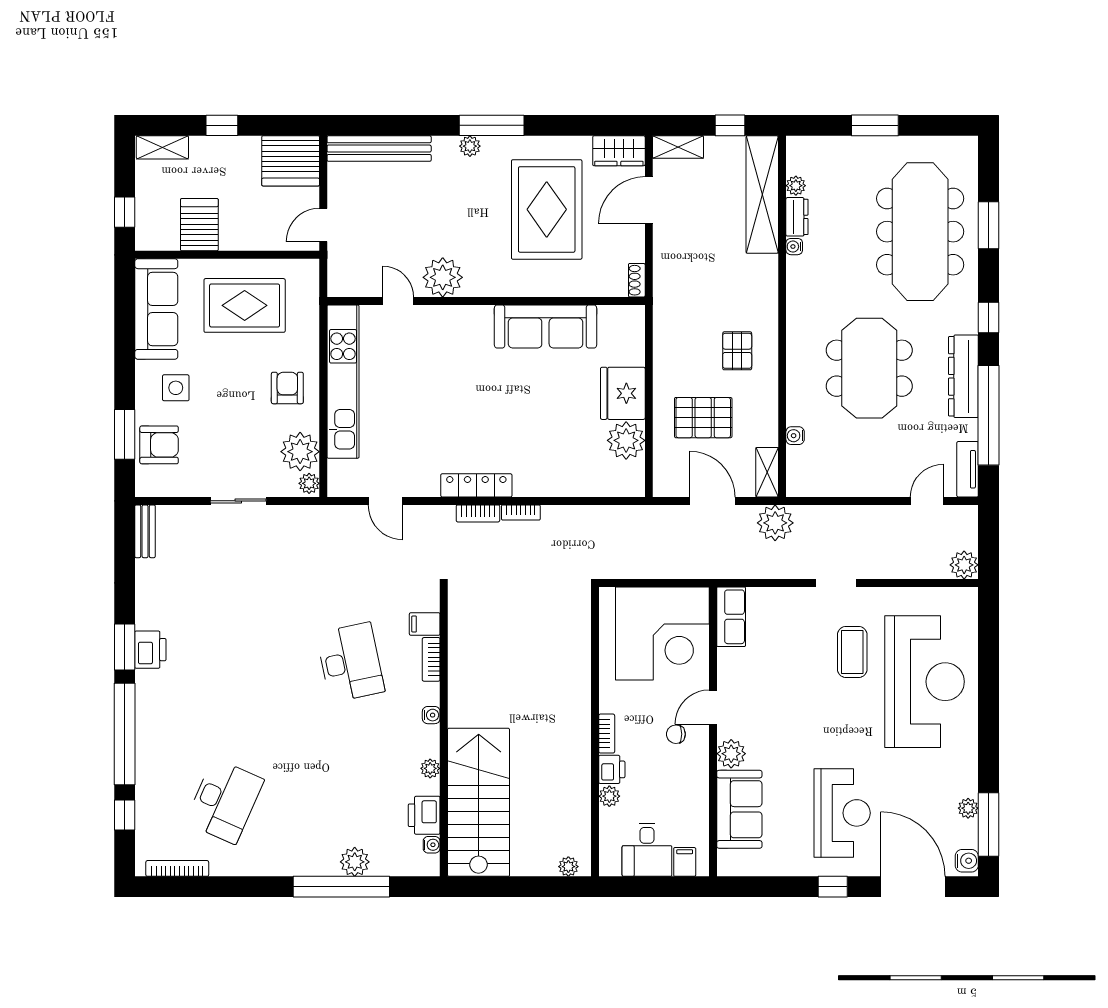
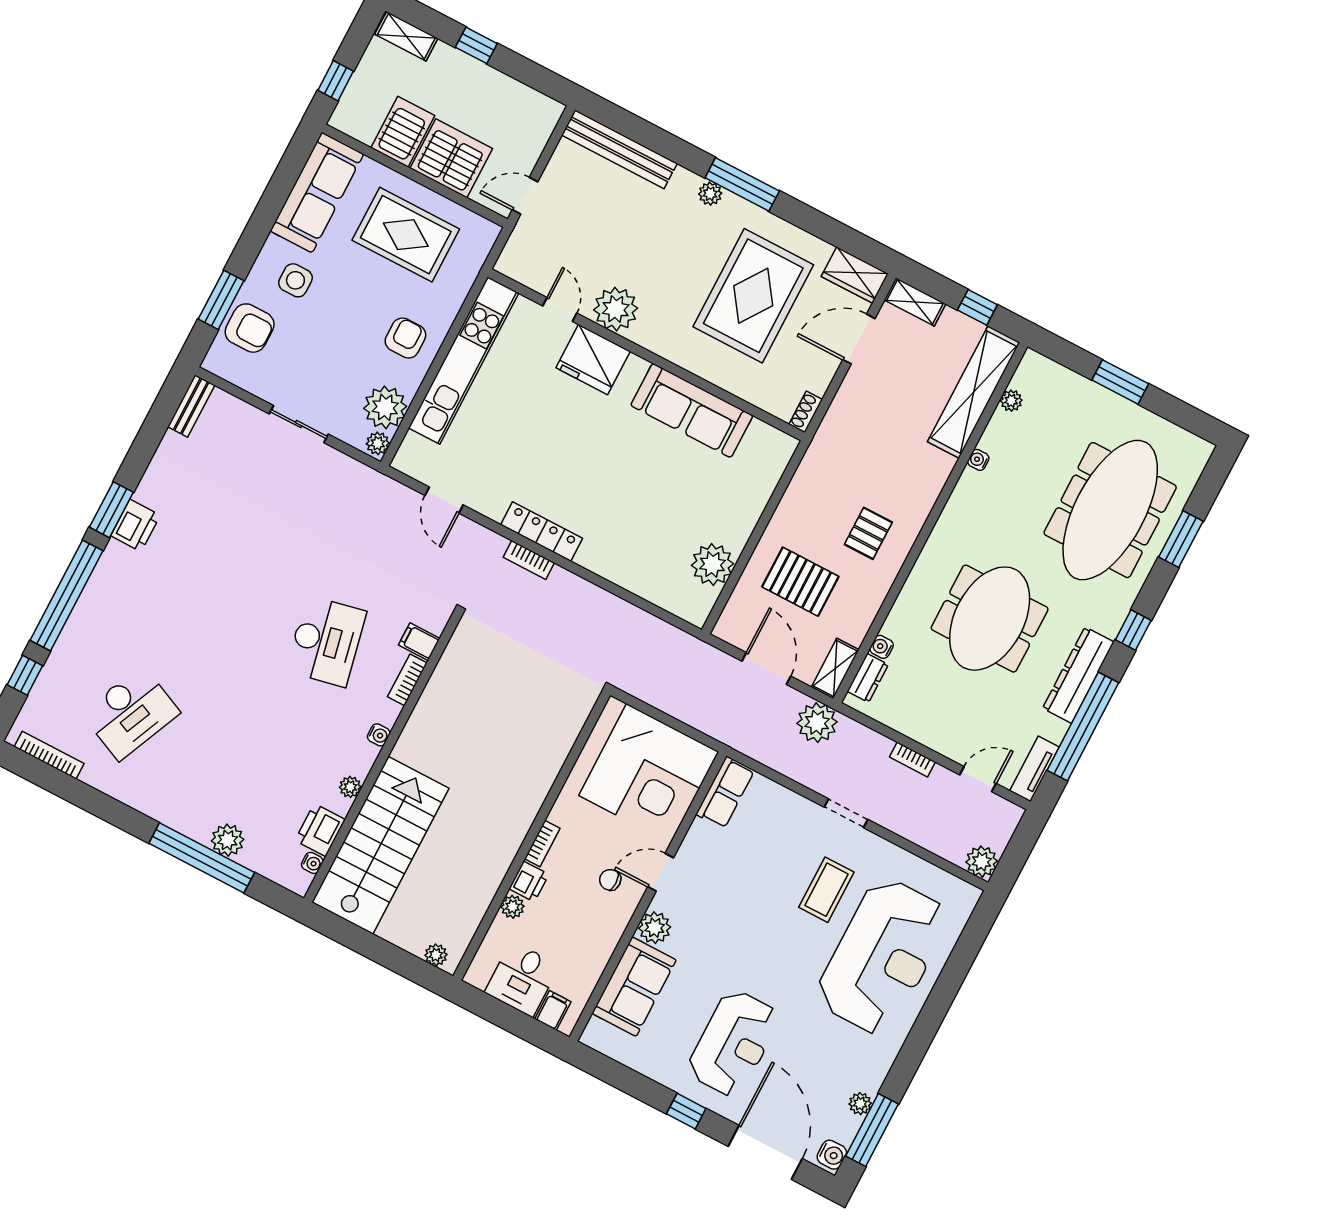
server rack: (291, 161) -> (451, 158), moved, turned 180
dresser: (797, 217) -> (868, 678), moved
fridge: (623, 393) -> (593, 360), moved, turned -90
bookcase: (521, 512) -> (912, 759), moved

